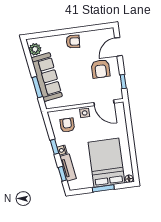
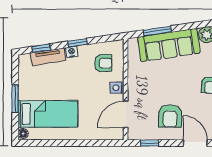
armchair: (101, 69) -> (170, 116), turned -90
bed: (106, 163) -> (48, 114), width x0.67

